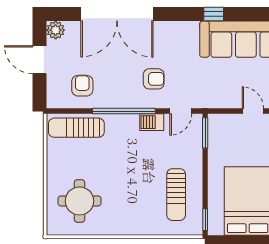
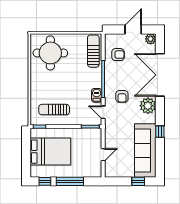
plant: (169, 35) -> (148, 106), added
round table: (80, 201) -> (50, 53), width x1.36, depth x1.36

